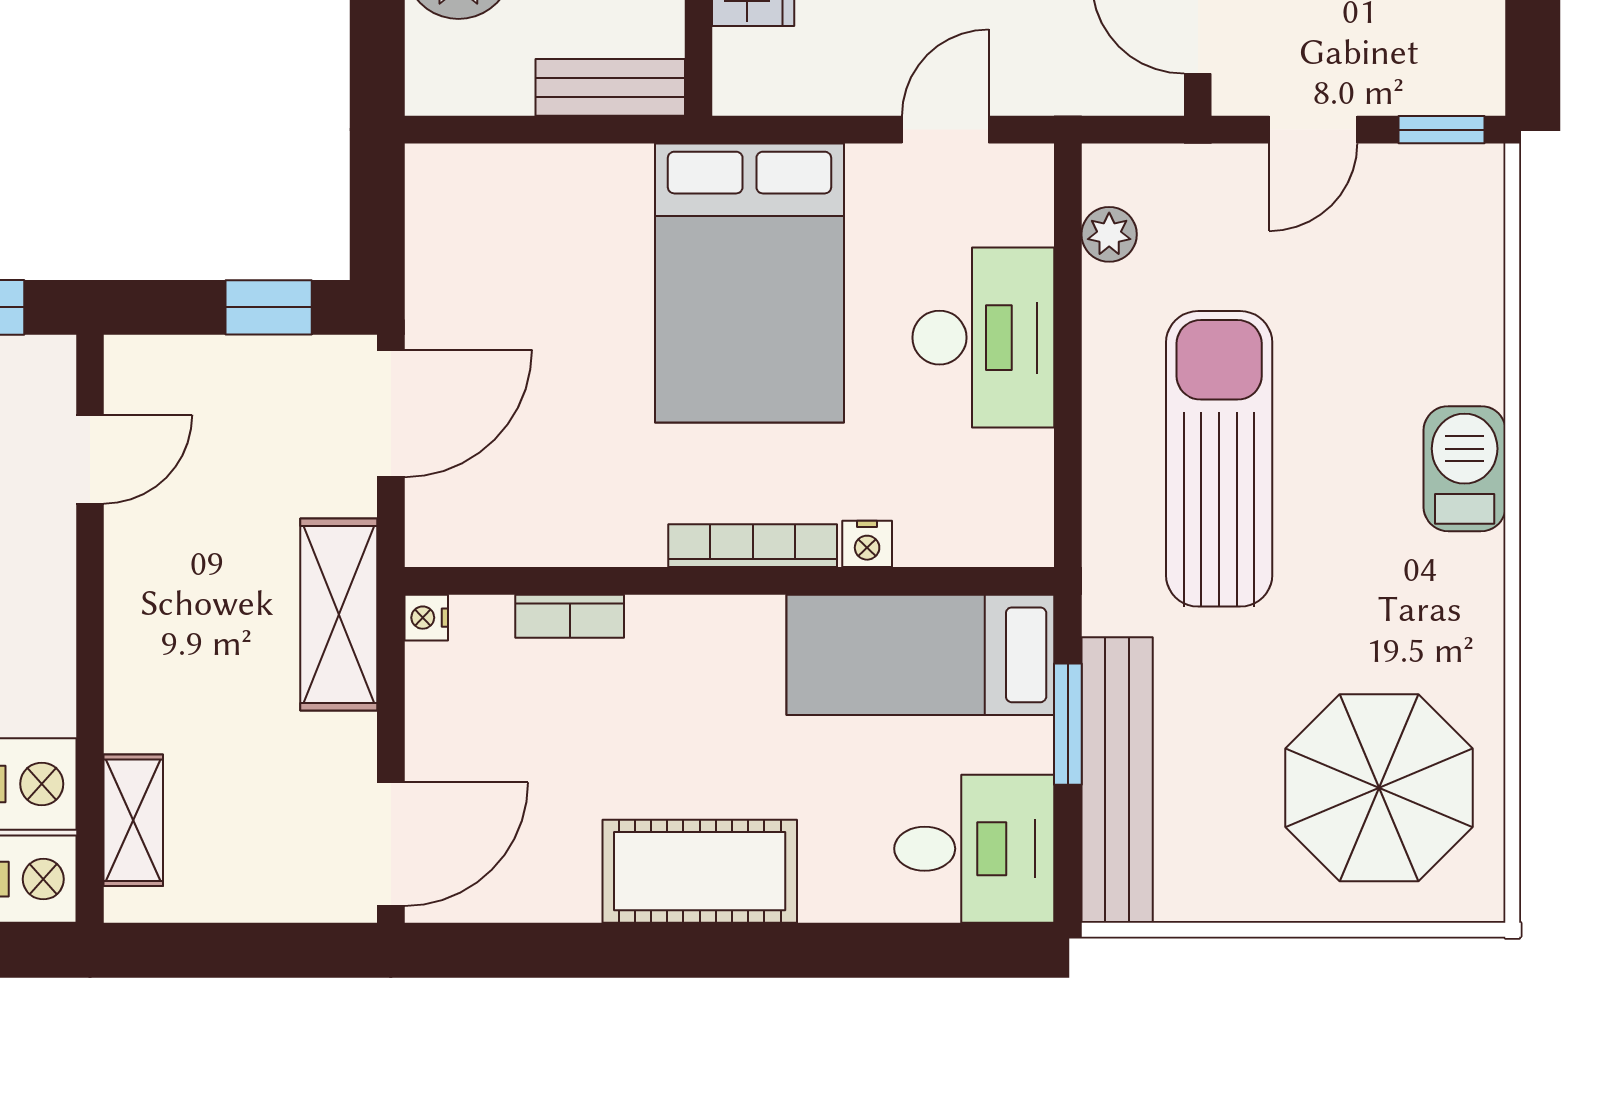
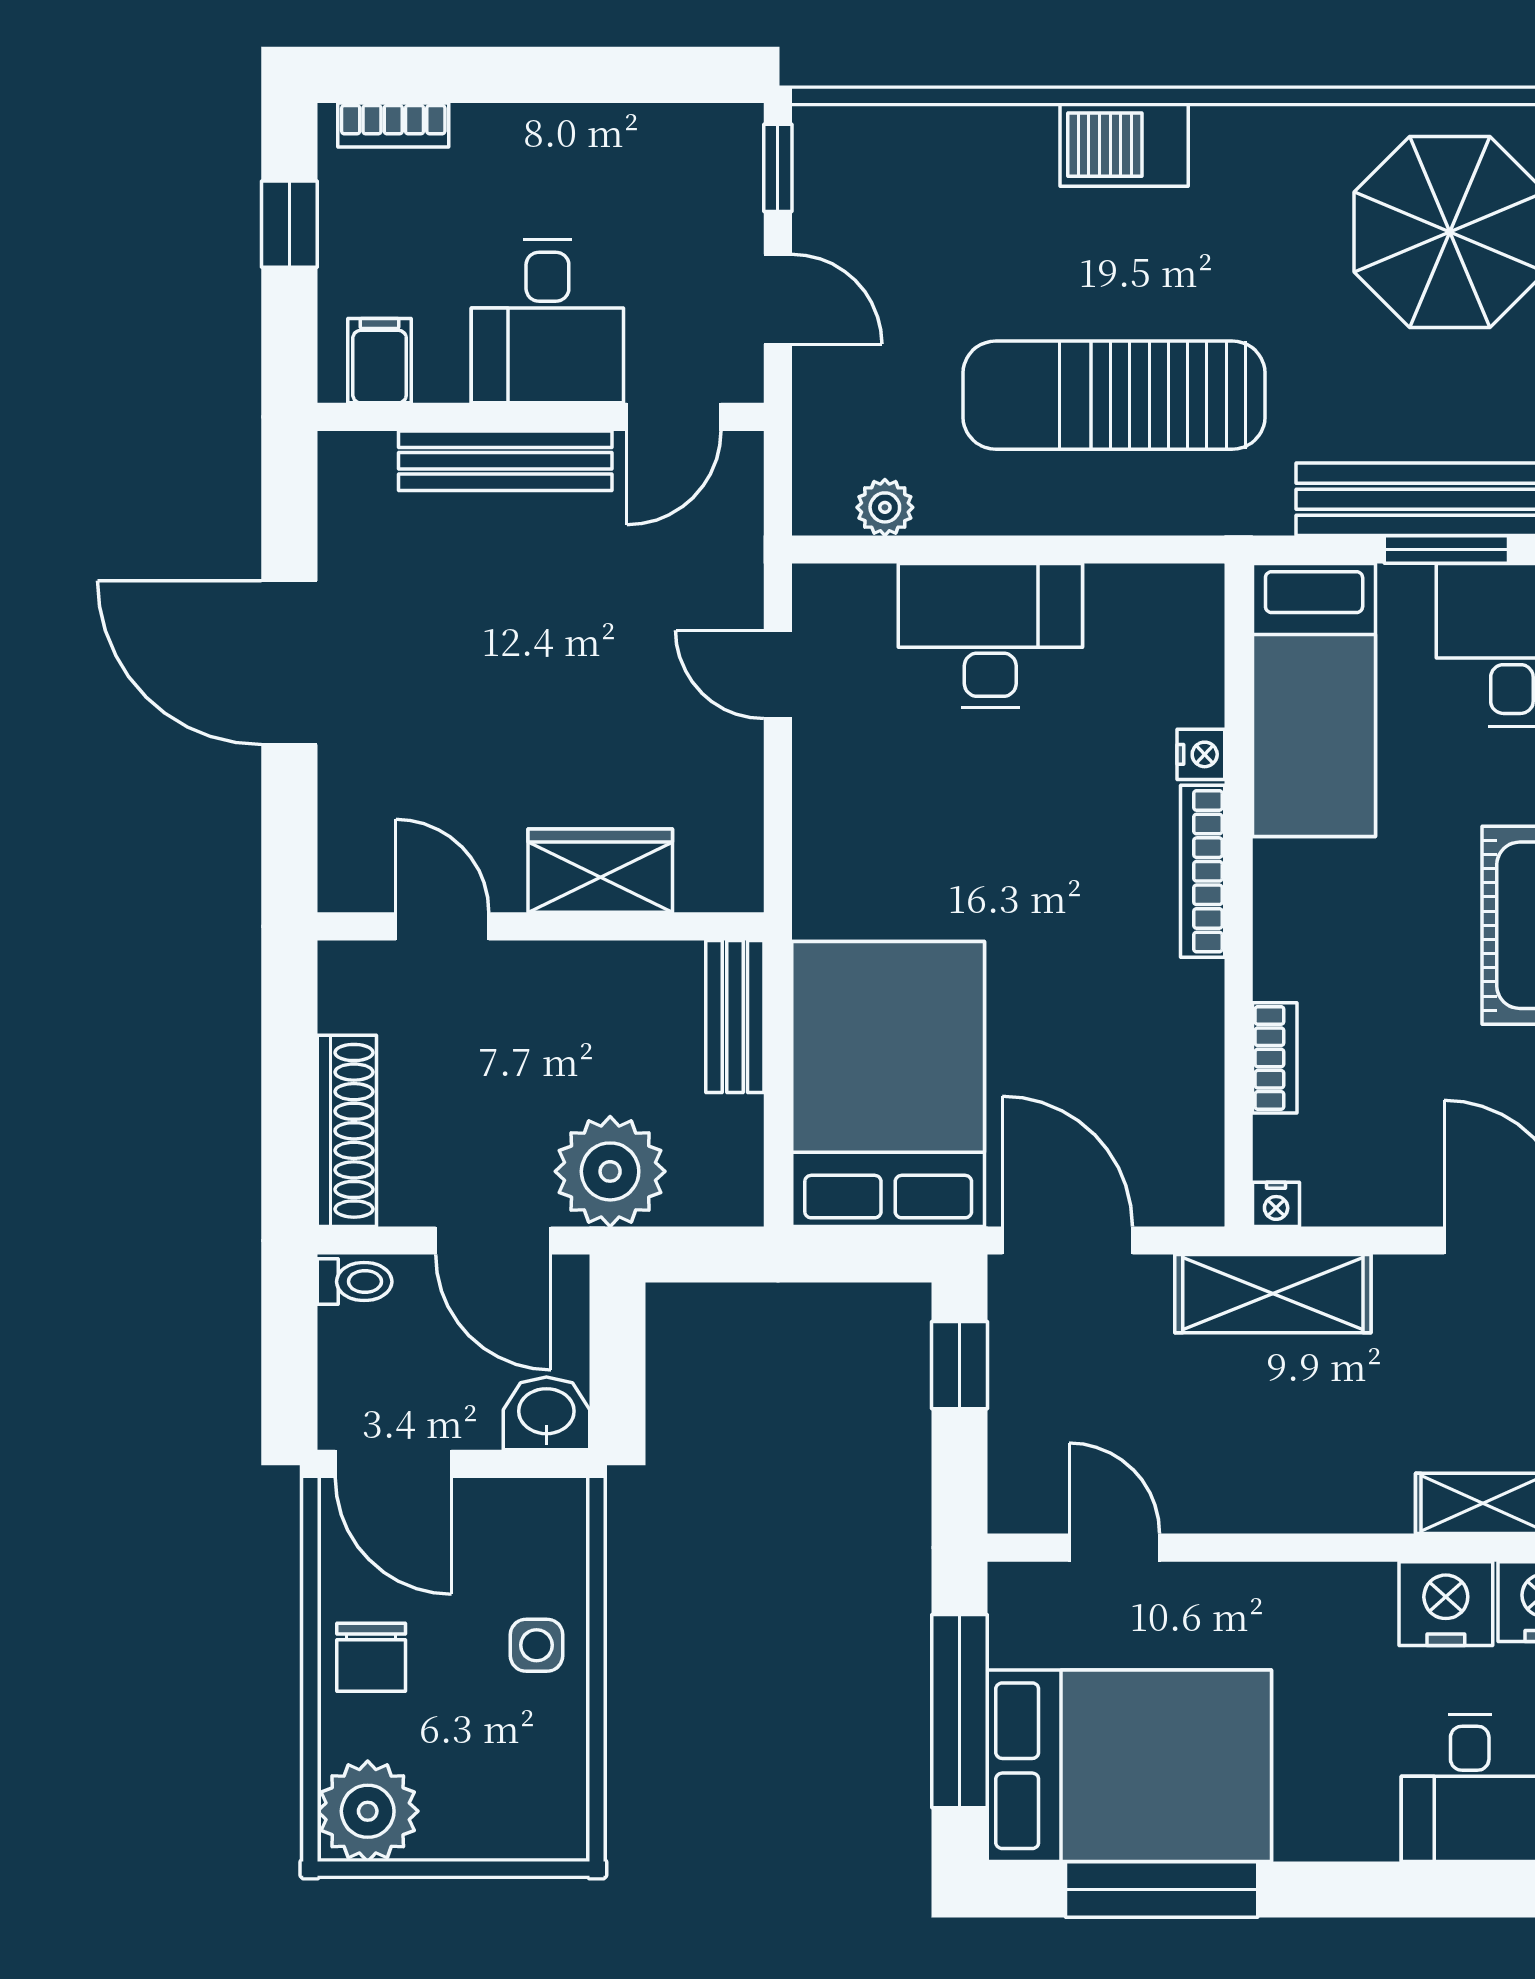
bed: (750, 283) -> (888, 1084), moved, turned -90
window: (1068, 724) -> (1446, 549), moved

